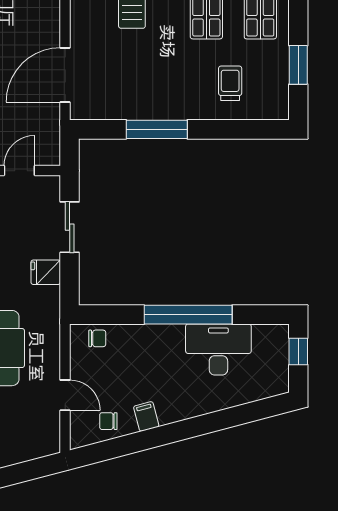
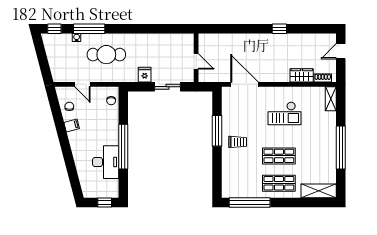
window: (298, 65) -> (250, 202), width x2.11
trolley: (230, 83) -> (238, 142), moved
door: (65, 395) -> (82, 84), hinge flipped

